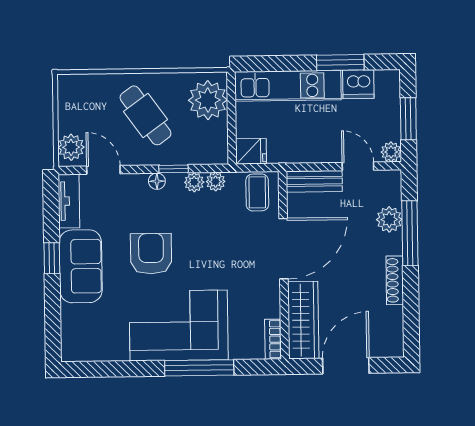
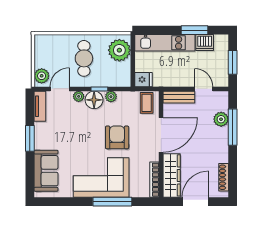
cafe table: (146, 115) -> (84, 58), turned 36
plant: (391, 152) -> (223, 81), removed
door: (103, 170) -> (60, 89), hinge flipped
floor lamp: (157, 181) -> (94, 100), width x1.89, depth x1.89
plant: (216, 182) -> (79, 96), moved
armchair: (151, 254) -> (117, 137), moved
window: (52, 258) -> (30, 138), width x1.50
sofa: (81, 266) -> (46, 171), moved
shoe rack: (395, 280) -> (224, 177), moved
bookcase: (273, 339) -> (154, 180), width x1.56

